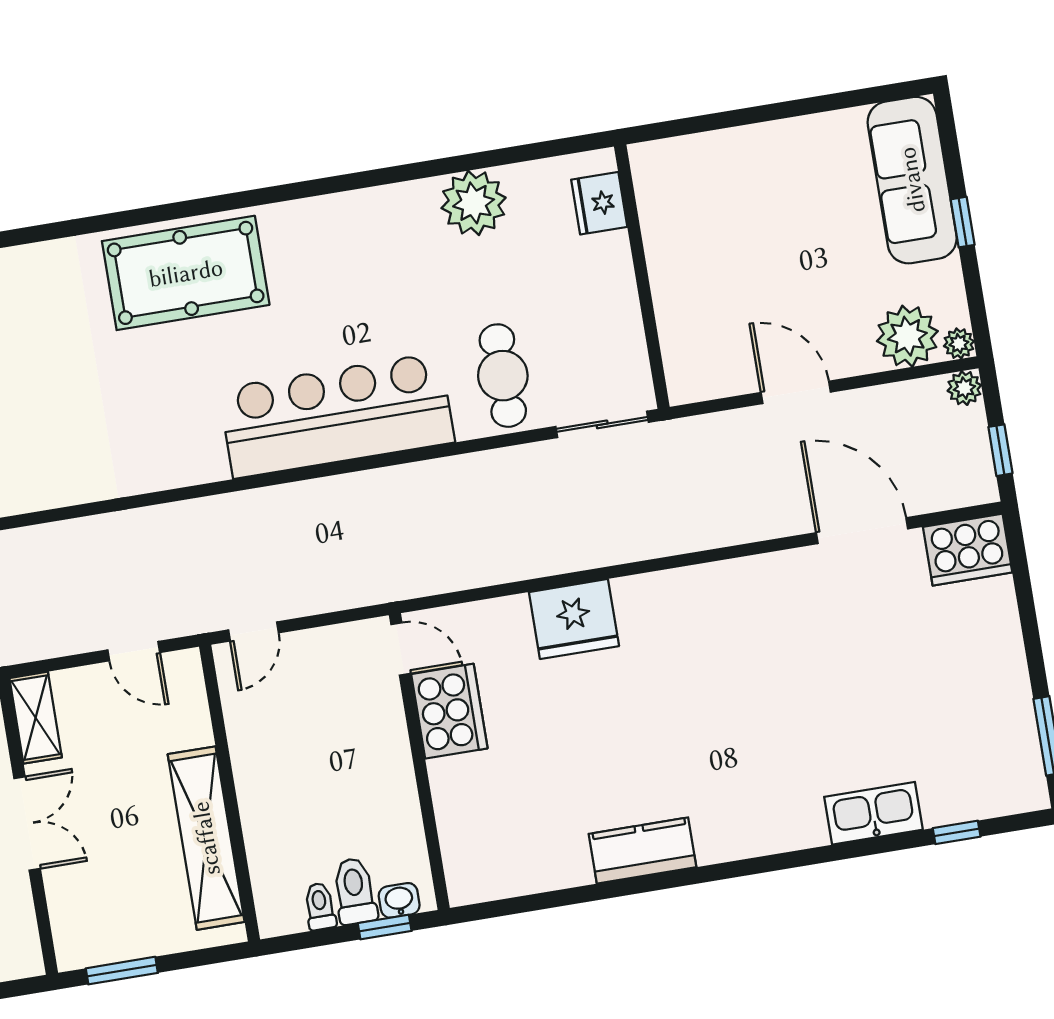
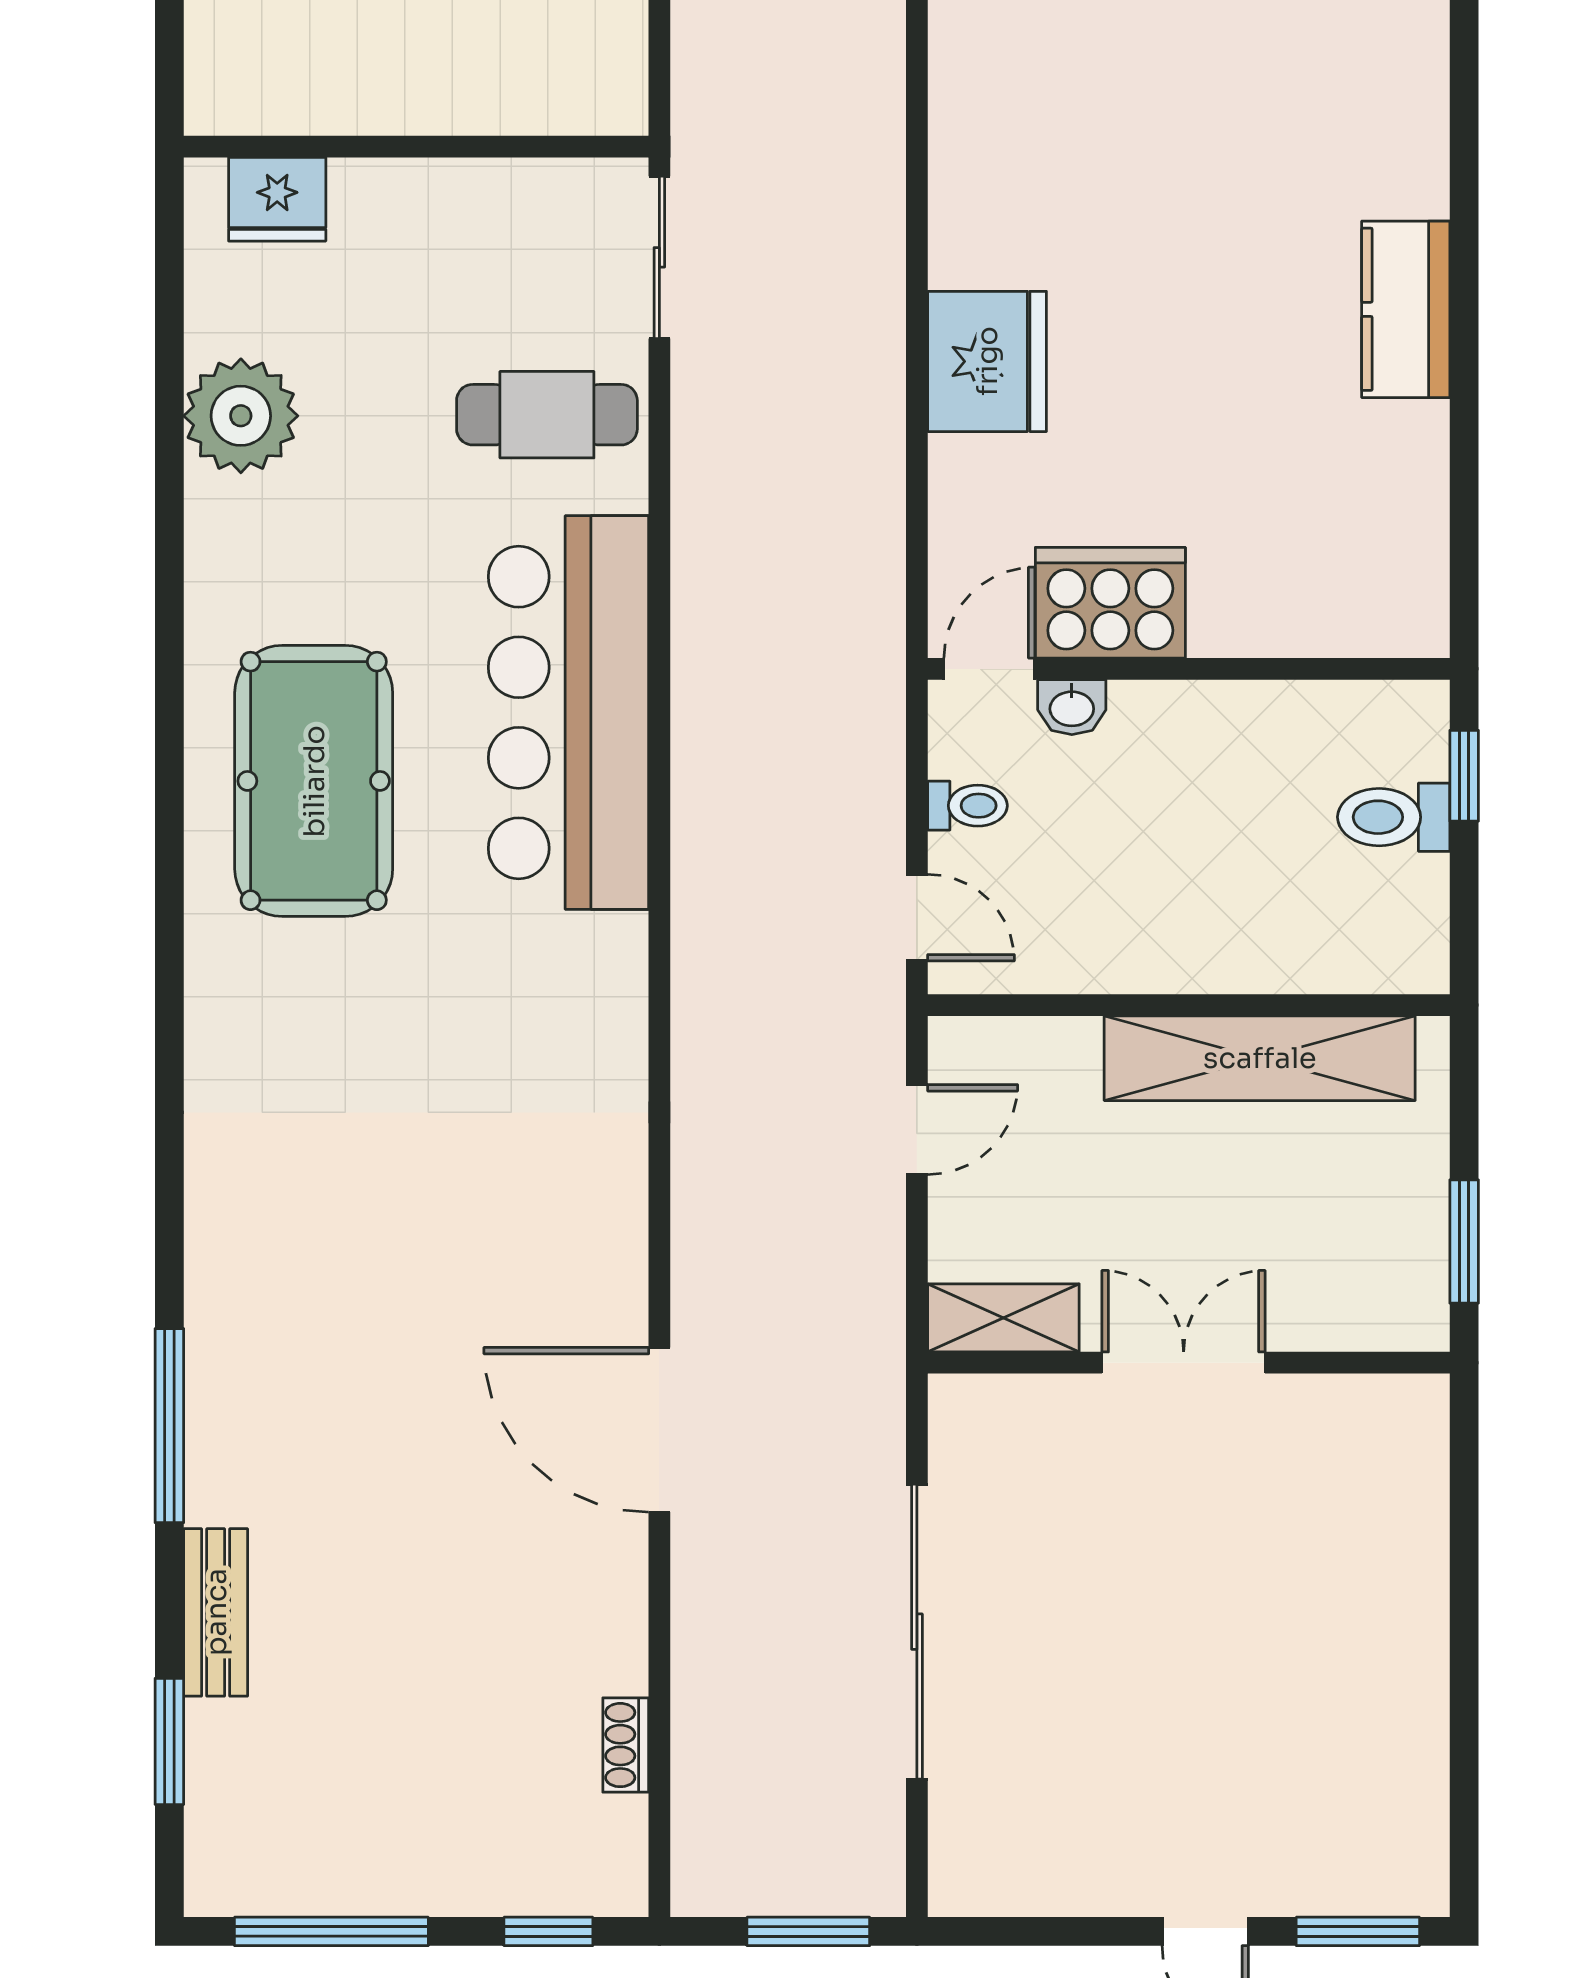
pool table: (186, 273) -> (314, 781), moved
washbasin: (399, 900) -> (1072, 707), moved, turned -90
toilet: (320, 906) -> (967, 806), moved, turned 180

